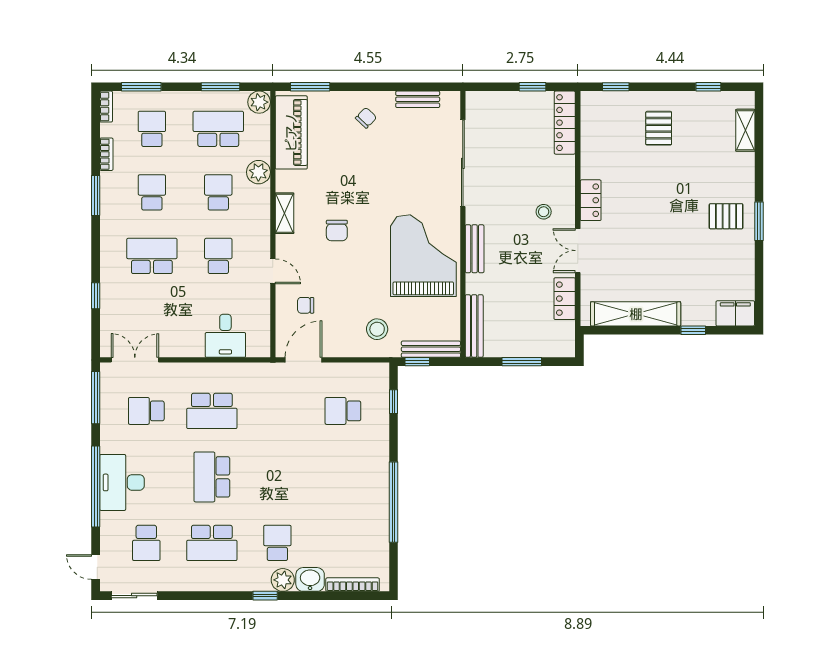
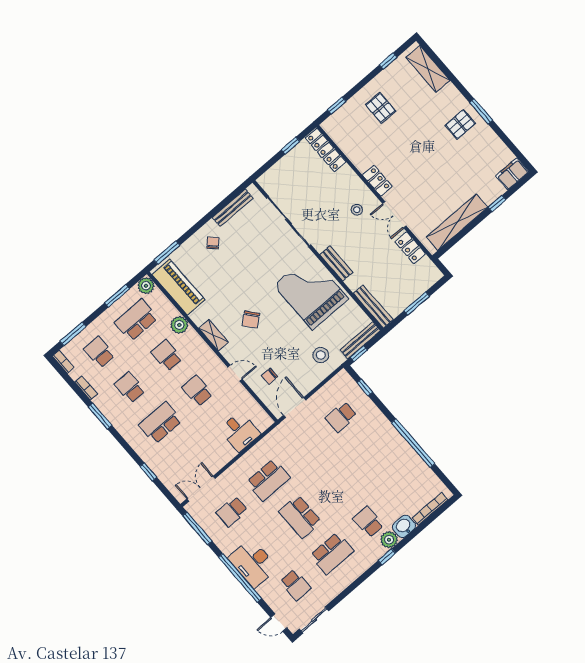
bench: (418, 99) -> (233, 208), width x1.36
shelving: (745, 130) -> (428, 69), width x1.50, depth x1.33
chair: (337, 230) -> (251, 320), turned 51

